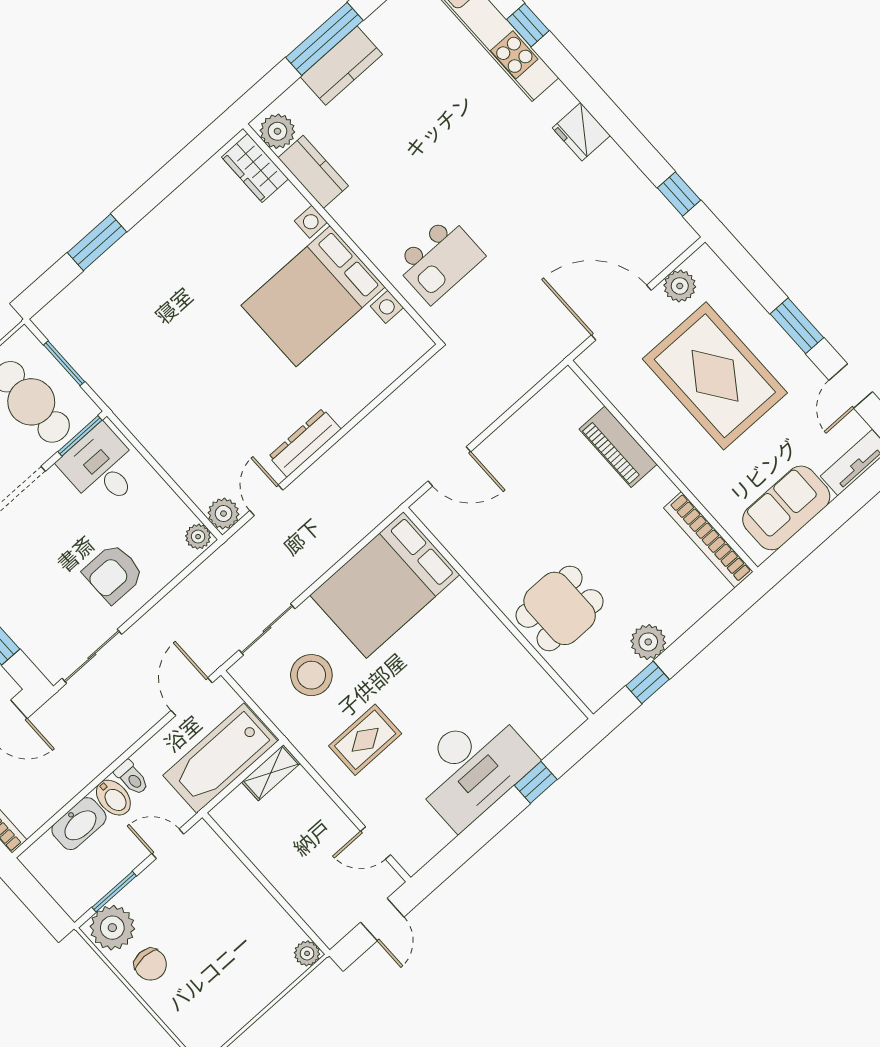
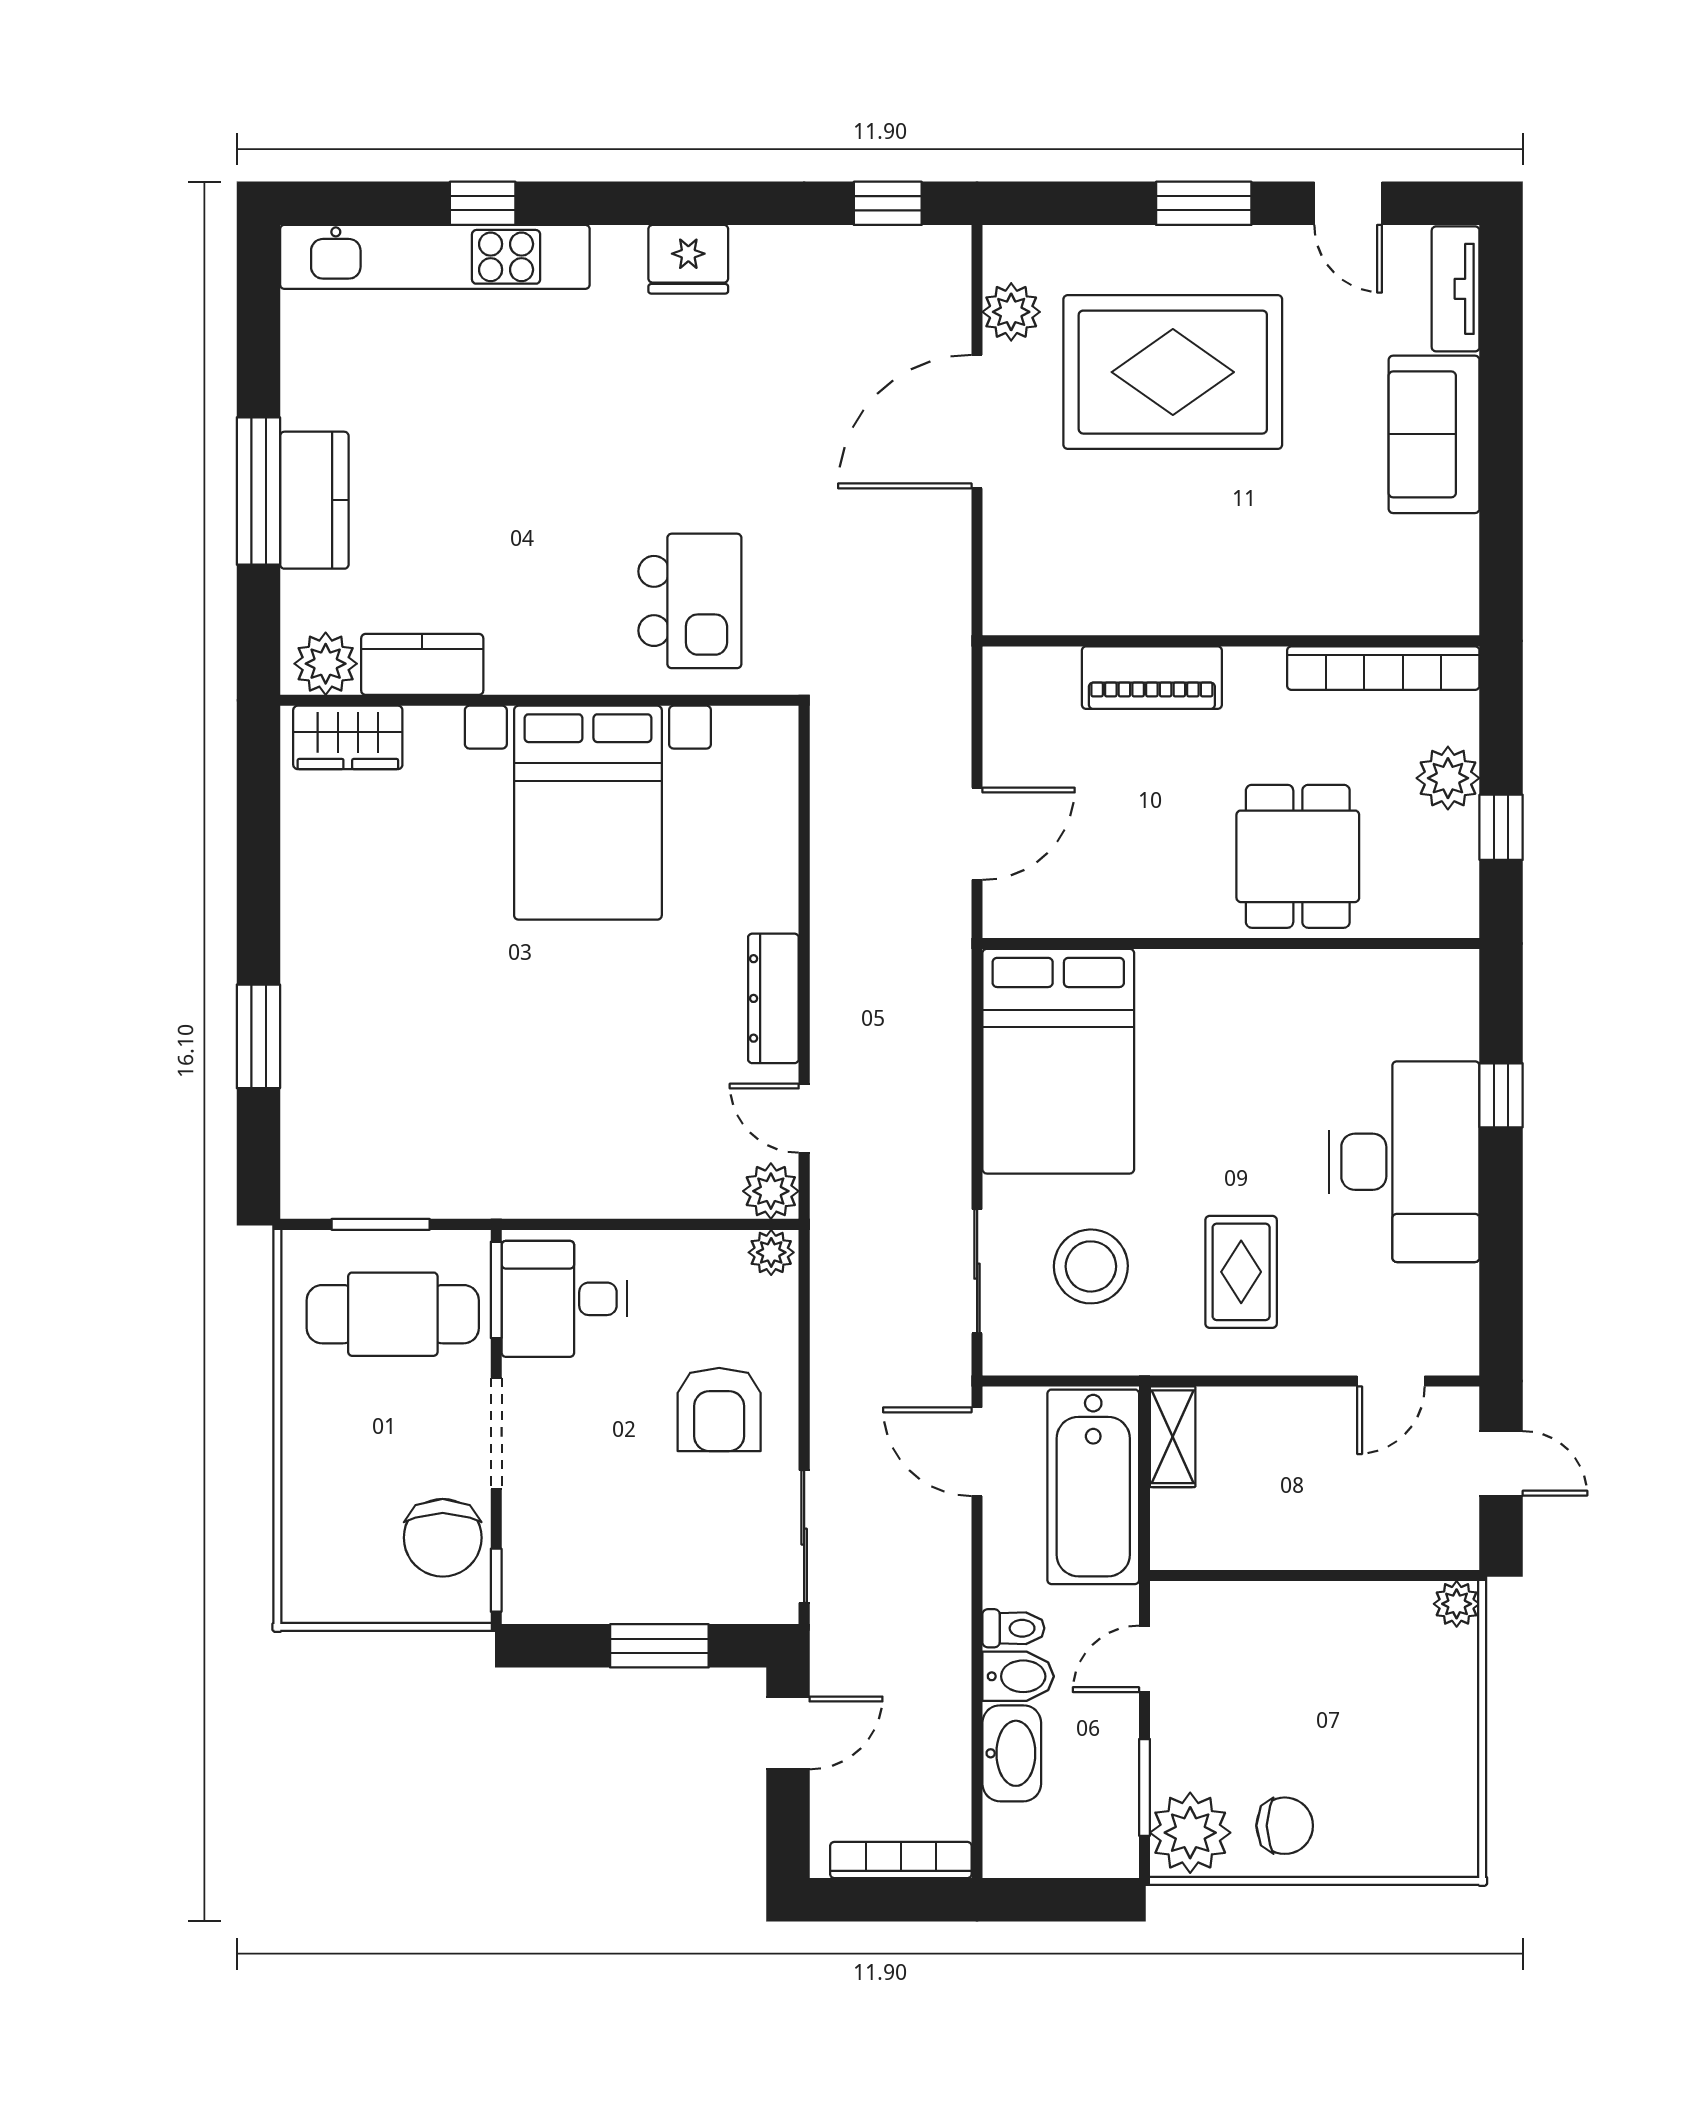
piano: (618, 447) -> (1152, 678), moved
wall: (663, 466) -> (1231, 641), moved
bookcase: (708, 540) -> (1383, 668), moved

